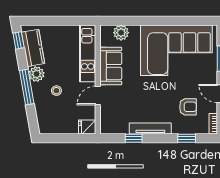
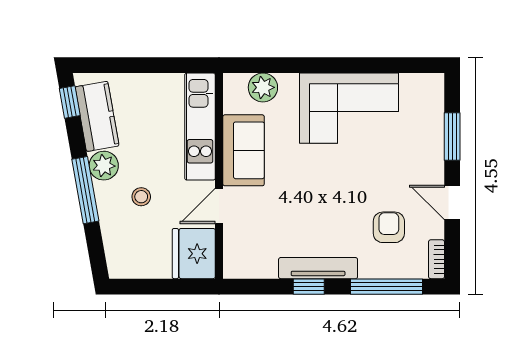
corner sofa: (176, 50) -> (349, 108), width x0.73, depth x0.74
armchair: (188, 107) -> (389, 227), turned -90
fridge: (87, 127) -> (194, 254), width x1.88, depth x1.34
window: (134, 138) -> (309, 287), moved
window: (187, 138) -> (387, 287), width x2.17

